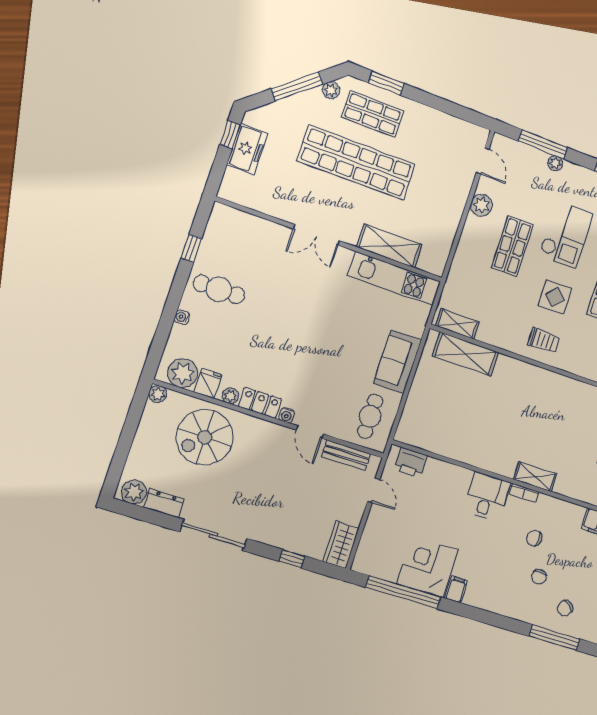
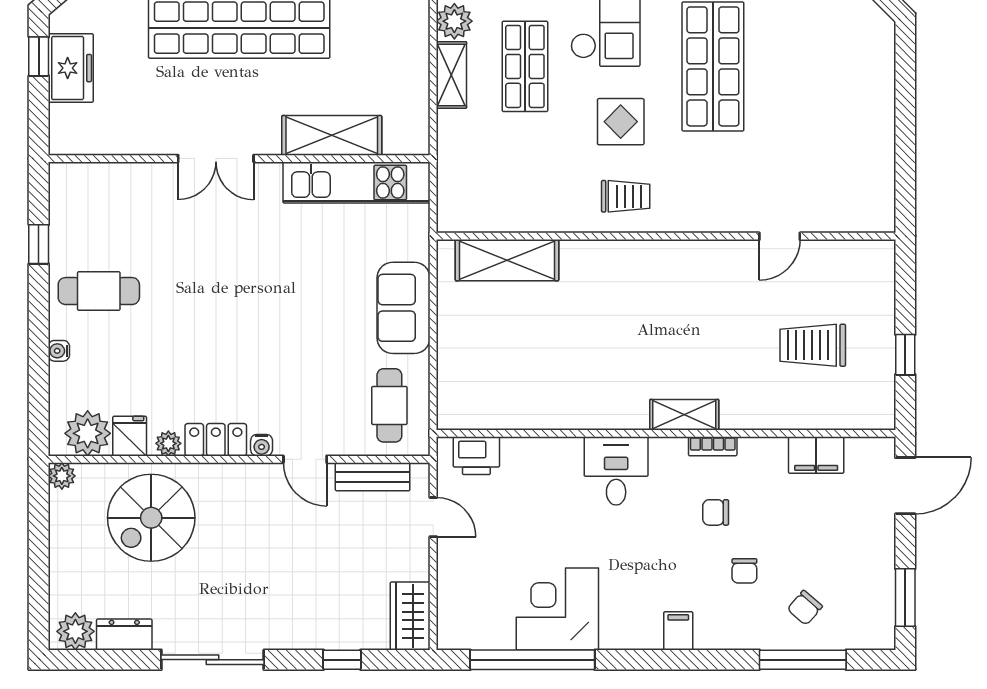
shelving: (457, 324) -> (451, 75), moved, turned 90
bookcase: (524, 493) -> (713, 446), moved
filing cabinet: (456, 589) -> (678, 631), moved

